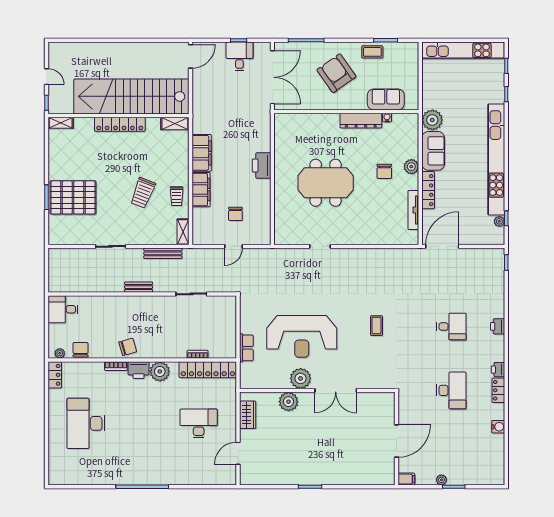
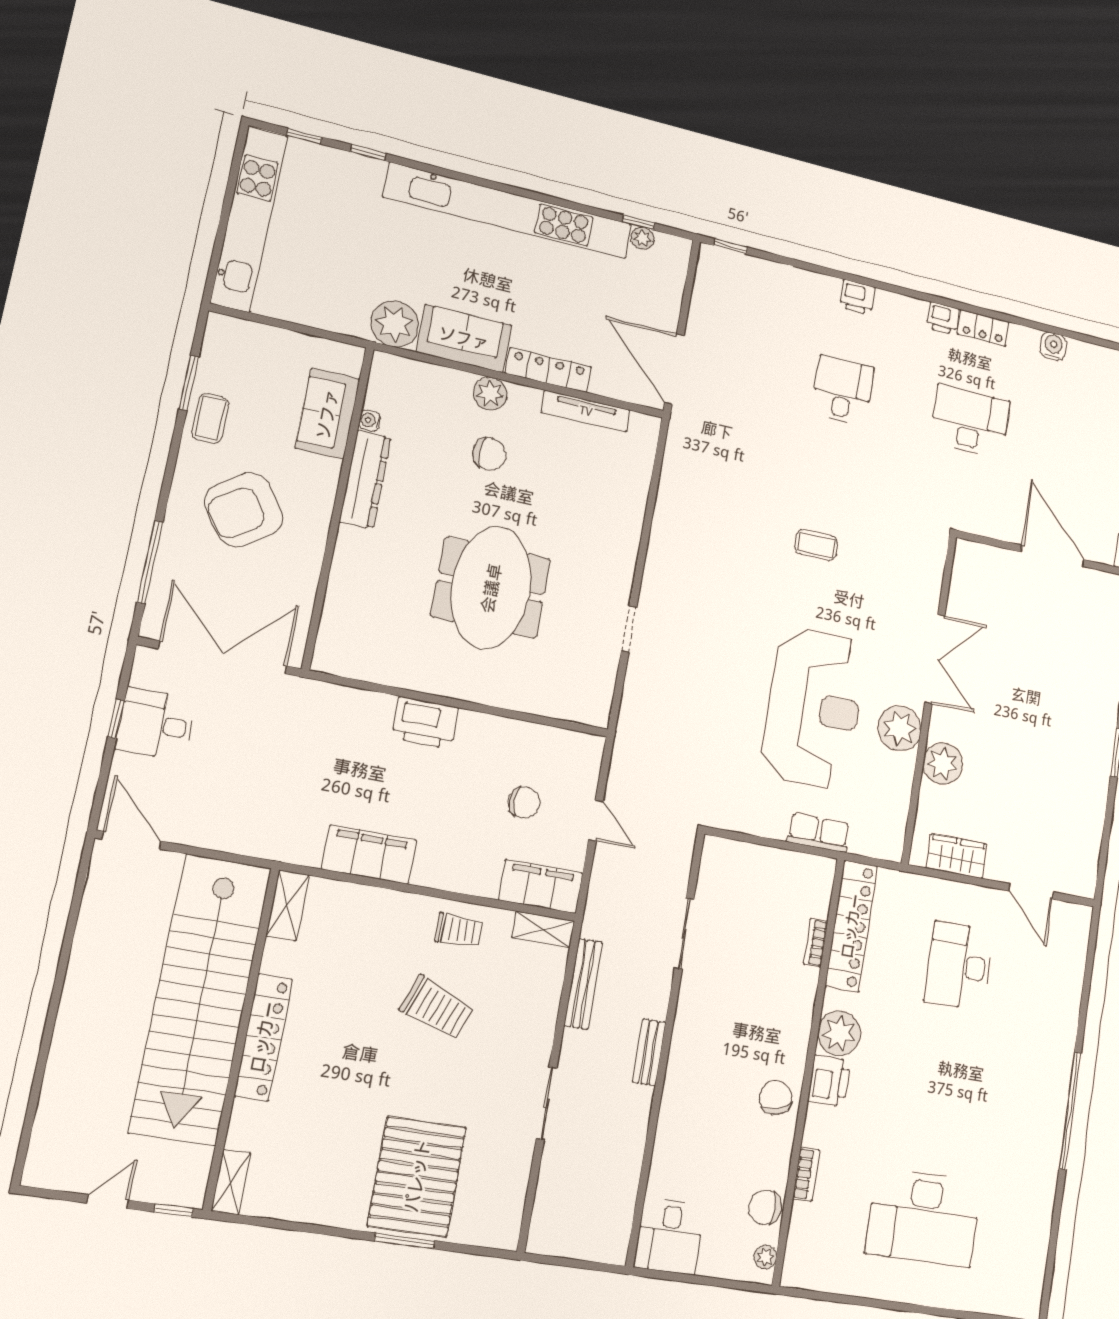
filing cabinet: (201, 190) -> (541, 886), moved
bookcase: (116, 366) -> (806, 1174), moved
locker: (55, 375) -> (810, 1275), removed

